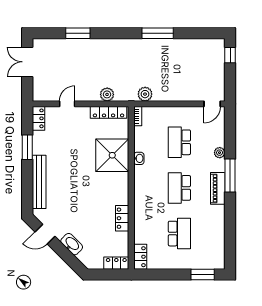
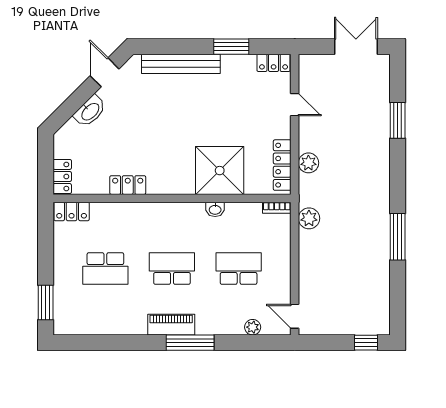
plant: (220, 153) -> (253, 327), moved

